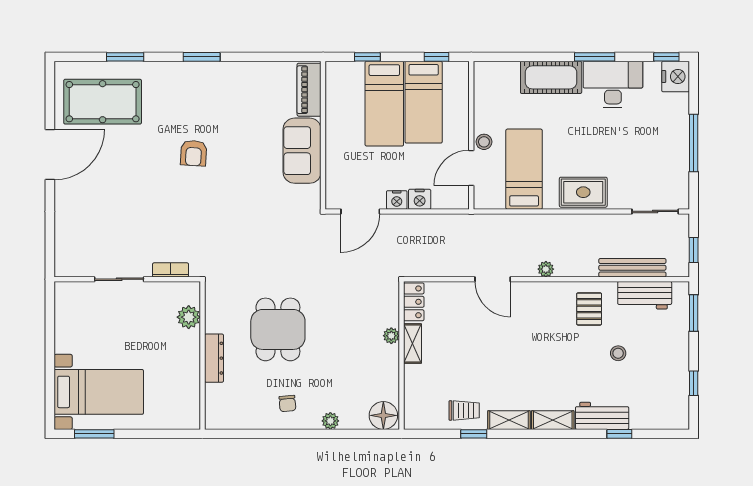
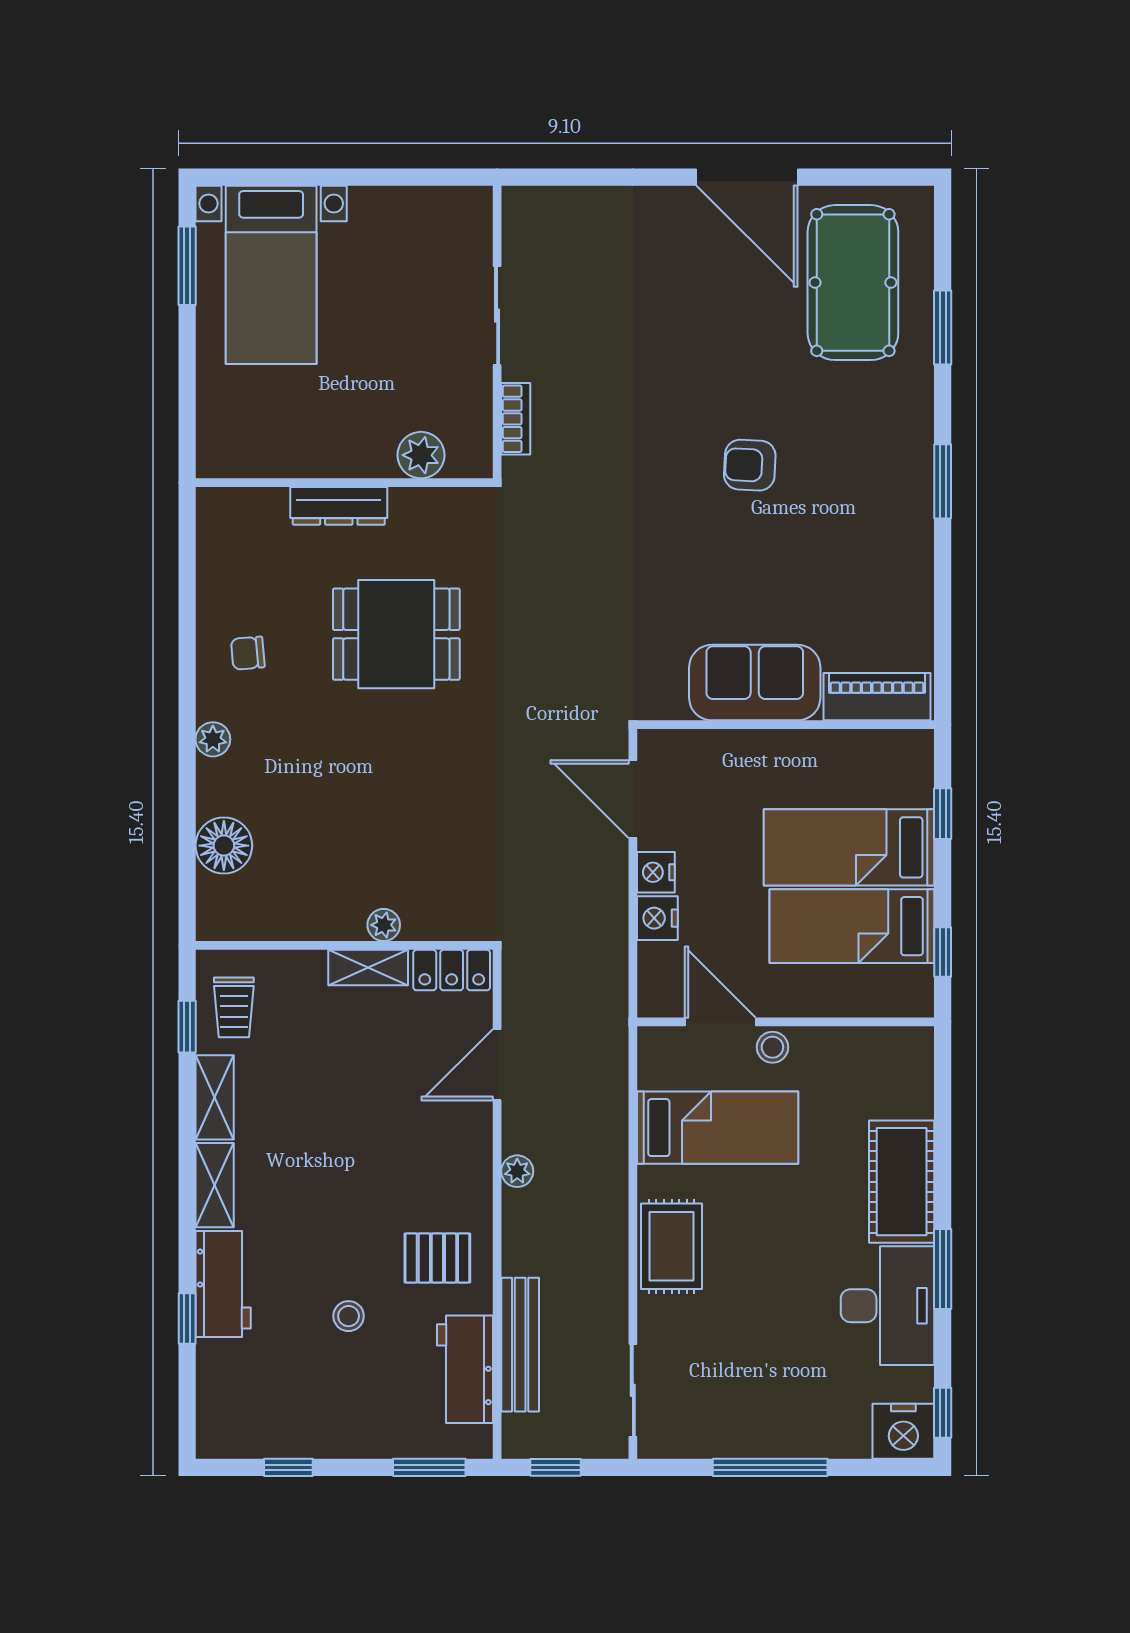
locker: (414, 302) -> (452, 970), moved
plant: (391, 336) -> (384, 925), moved
shelving: (412, 344) -> (368, 968), moved
wall: (401, 355) -> (344, 945), moved

